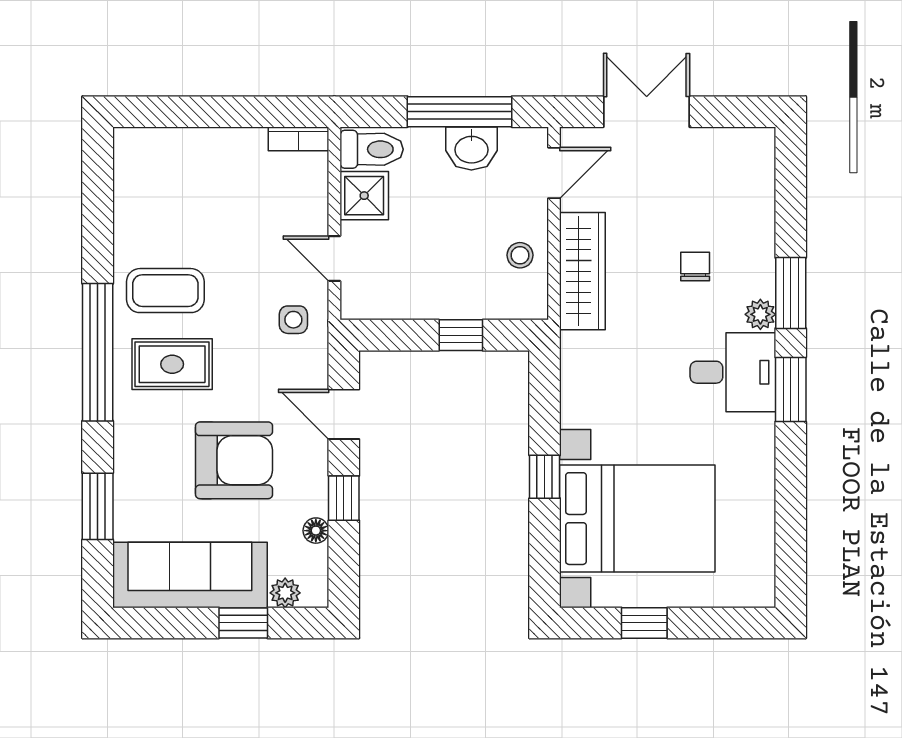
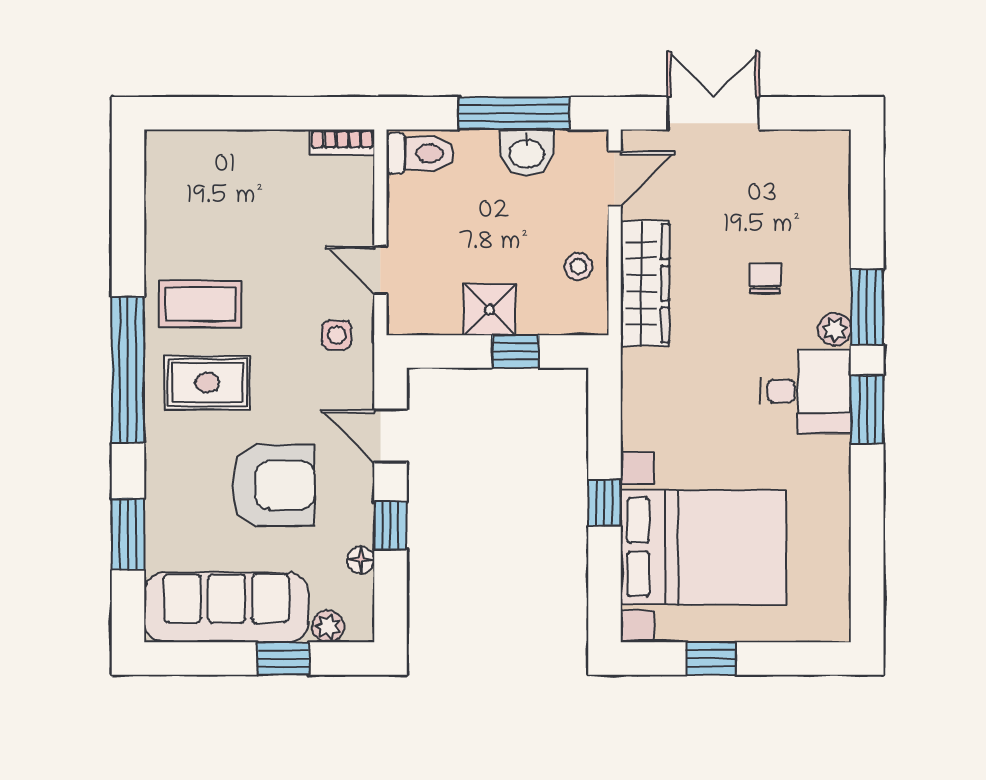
shower: (364, 196) -> (490, 310), moved

